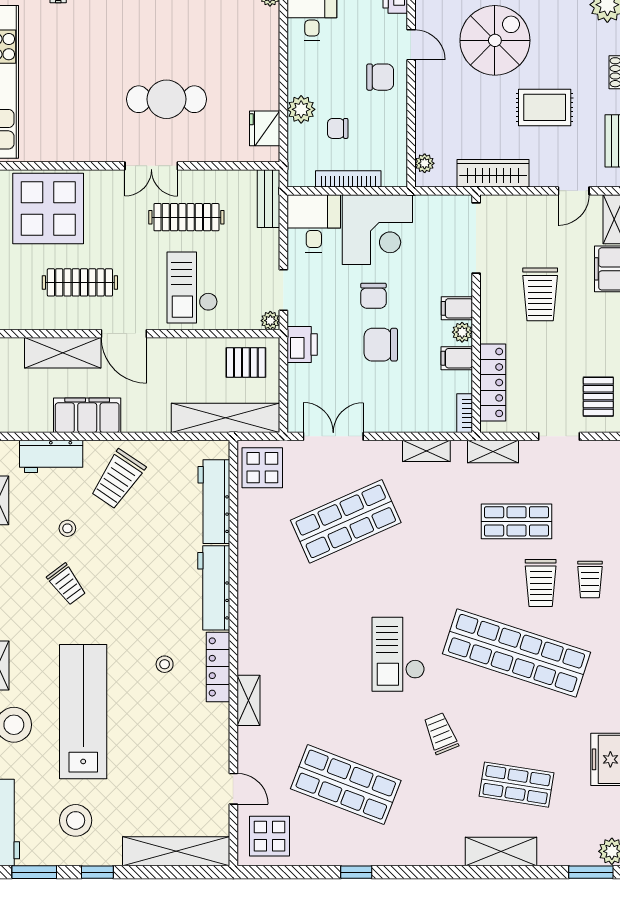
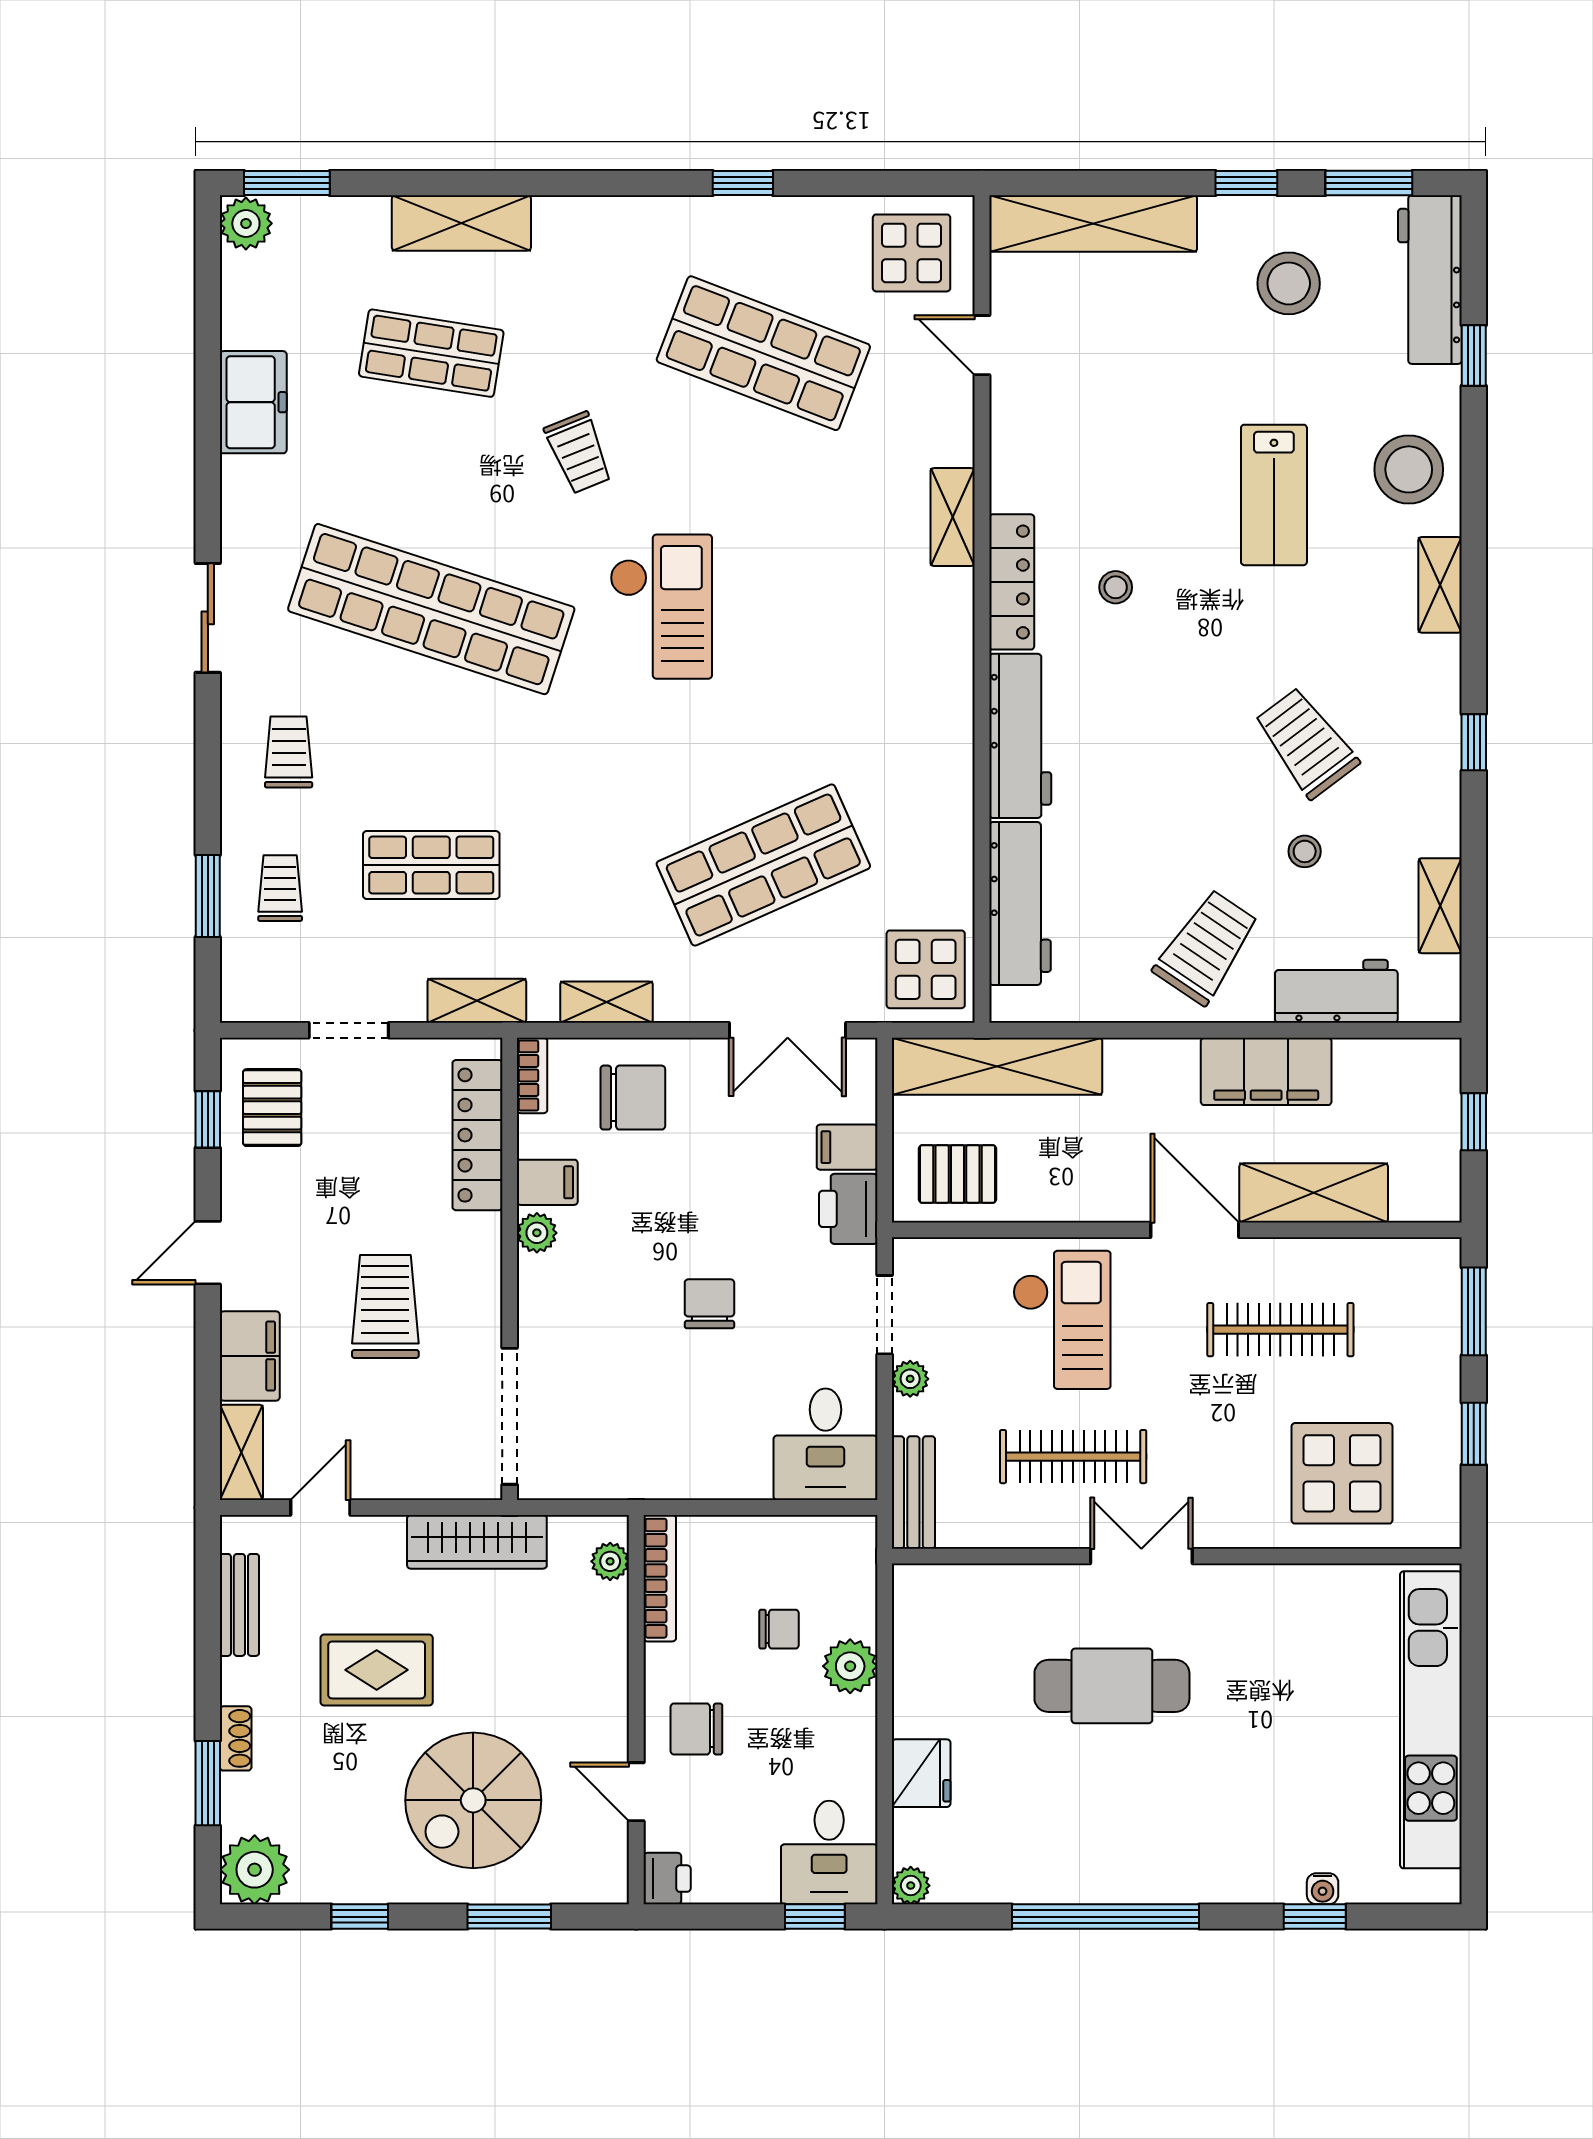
fridge: (265, 128) -> (921, 1773), moved
bookcase: (348, 179) -> (660, 1578), moved, turned -90
display table: (48, 209) -> (1342, 1473), width x0.73, depth x0.73
corner desk: (377, 230) -> (702, 1432), removed
filing cabinet: (457, 308) -> (847, 1147), moved, turned 180
plant: (270, 321) -> (910, 1379), moved
chair: (381, 345) -> (633, 1098), moved
trolley: (541, 583) -> (280, 888), moved, width x0.73, depth x0.72
trolley: (67, 584) -> (1306, 743), width x1.36, depth x1.39
lab bench: (83, 712) -> (1274, 495), width x0.54, depth x0.72

